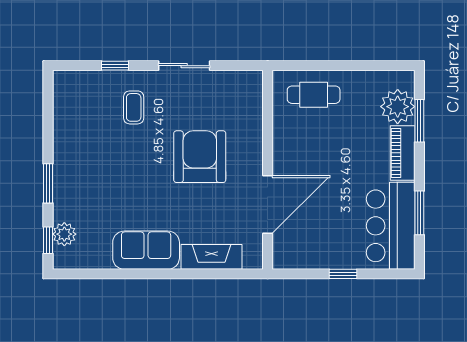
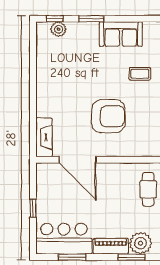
sofa: (146, 250) -> (121, 34), moved, turned 90
fireplace: (212, 257) -> (44, 137), moved

